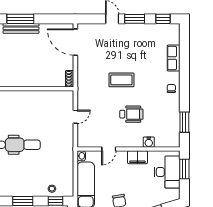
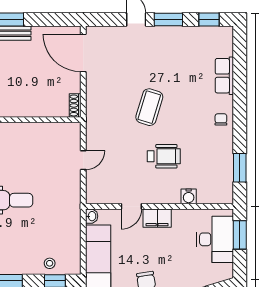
coffee table: (121, 80) -> (149, 107), turned -73
filing cabinet: (137, 157) -> (157, 218), moved

